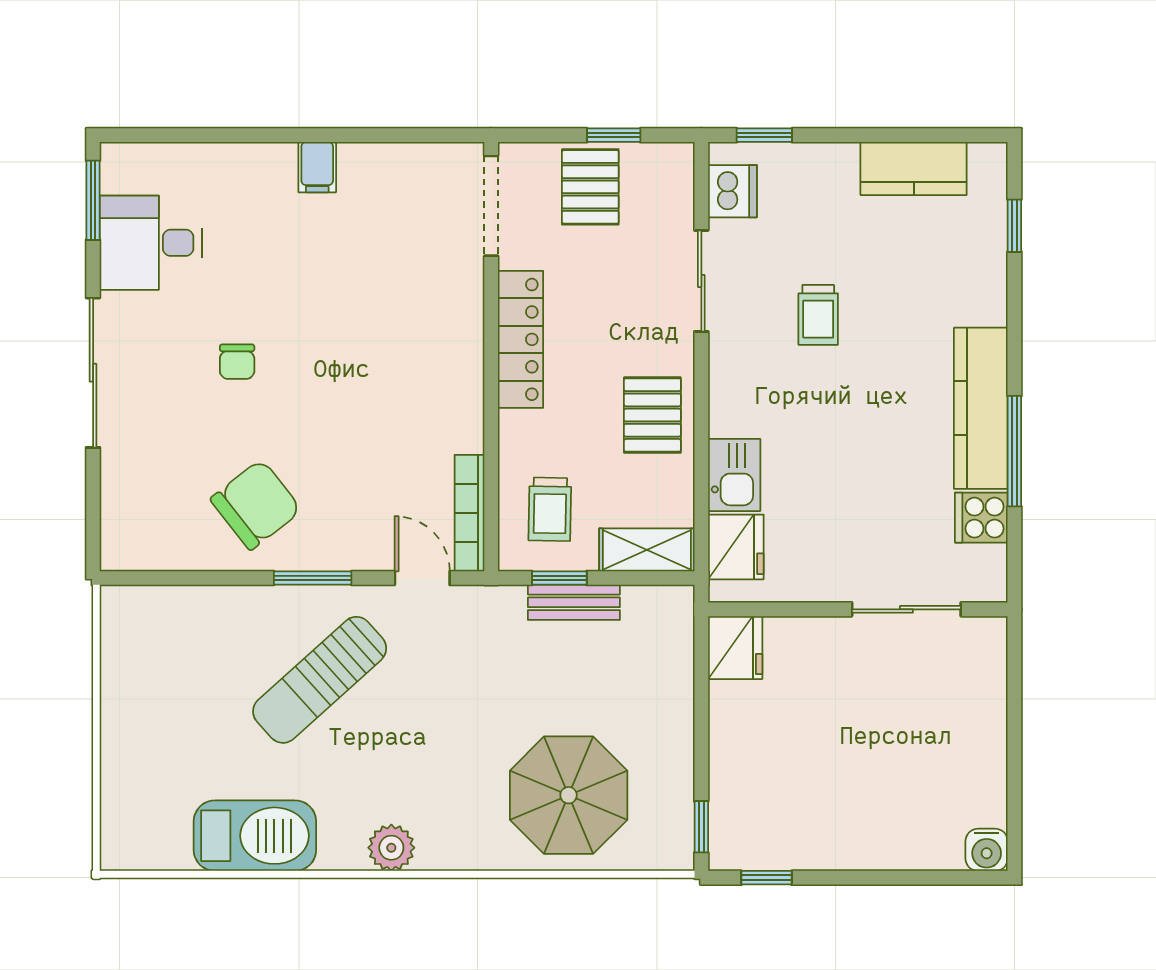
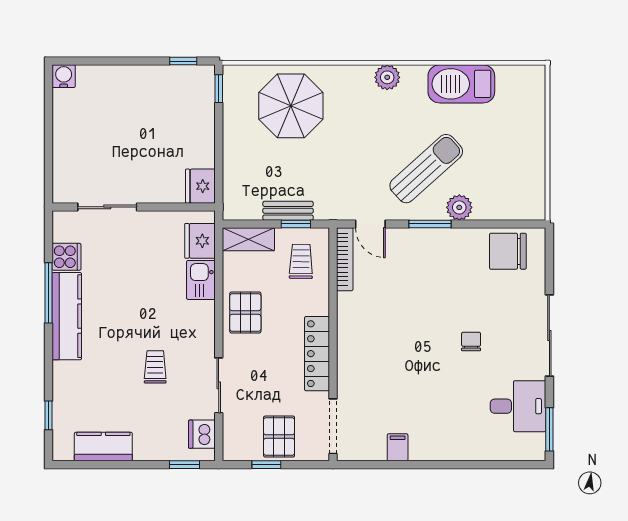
filing cabinet: (317, 167) -> (398, 447), moved
chair: (256, 505) -> (508, 251), moved, turned 38
plant: (259, 608) -> (459, 207), added

